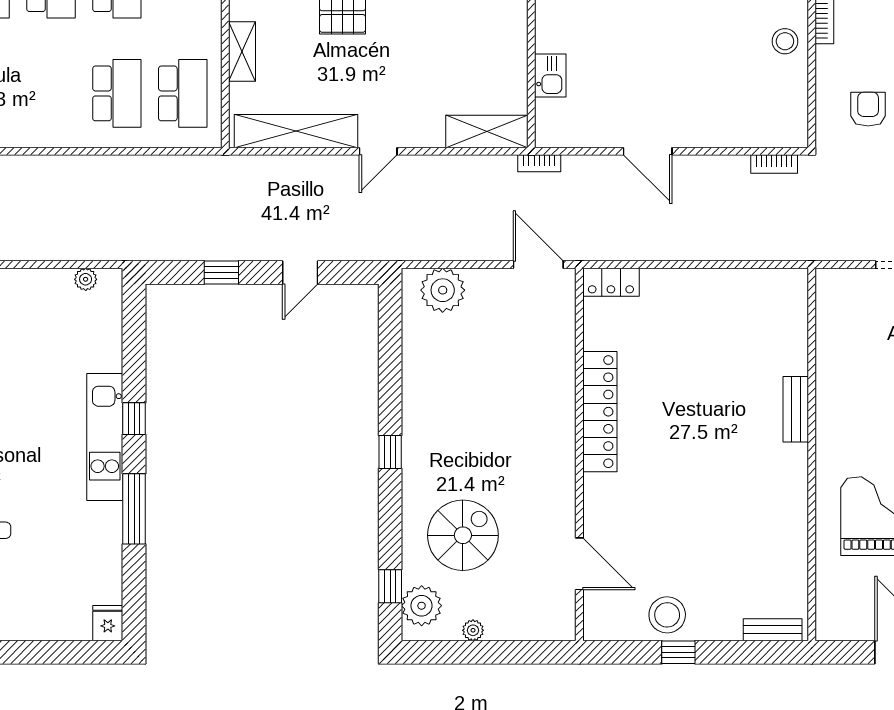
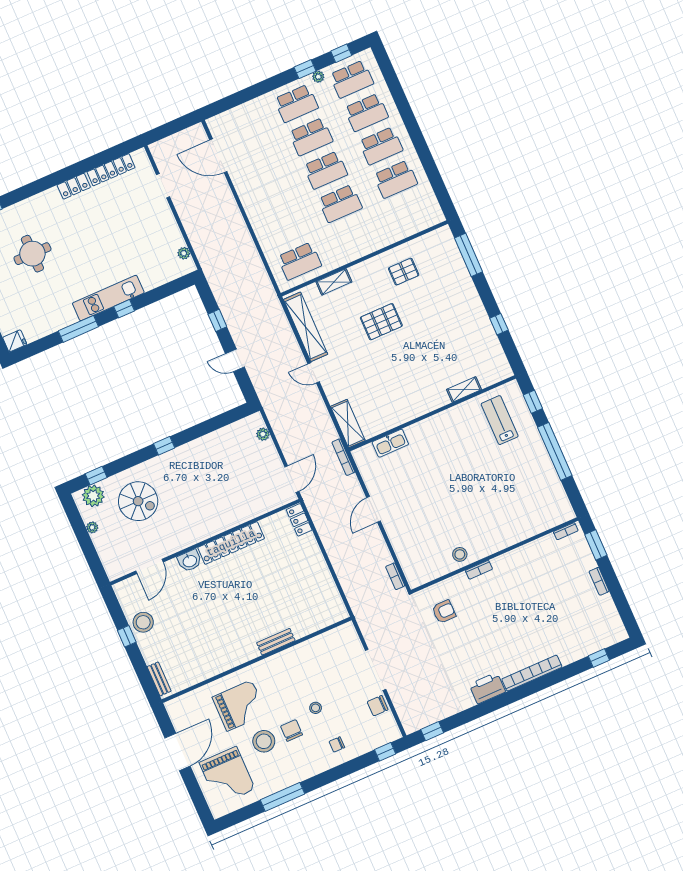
kitchen sink: (550, 75) -> (390, 443), width x1.38
school desk: (117, 93) -> (285, 228), removed
bookcase: (539, 163) -> (343, 457), width x1.56
plant: (443, 290) -> (263, 434), width x0.53, depth x0.53
washbasin: (599, 493) -> (190, 561), added

